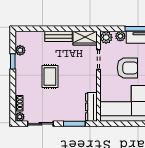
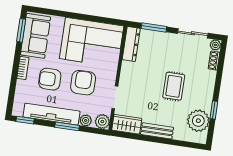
plant: (20, 50) -> (198, 121), width x1.88, depth x1.88
armchair: (127, 68) -> (83, 83), turned 90

